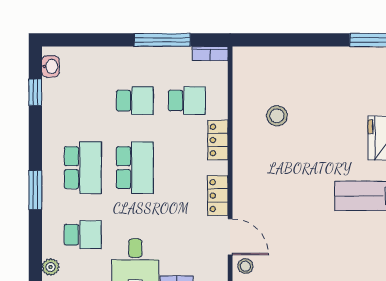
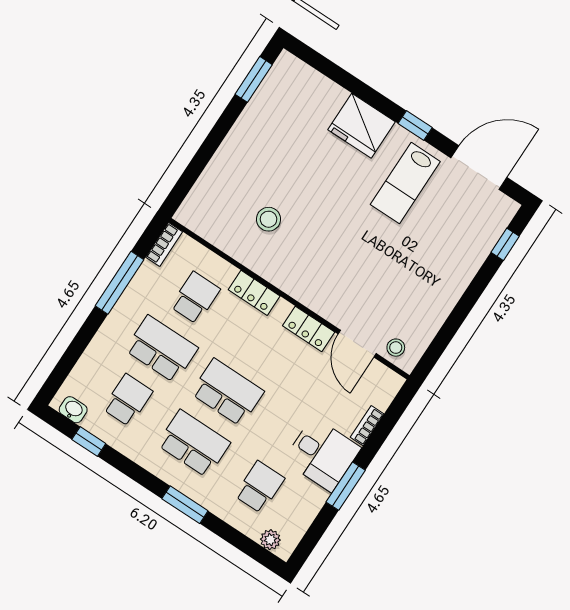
school desk: (83, 101) -> (128, 400), added
school desk: (135, 101) -> (161, 349), width x1.85
door: (230, 237) -> (357, 344), swing flipped

